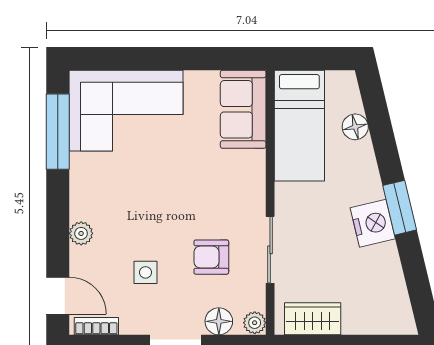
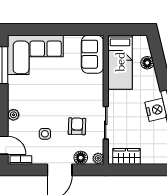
armchair: (211, 257) -> (77, 126), turned 92

